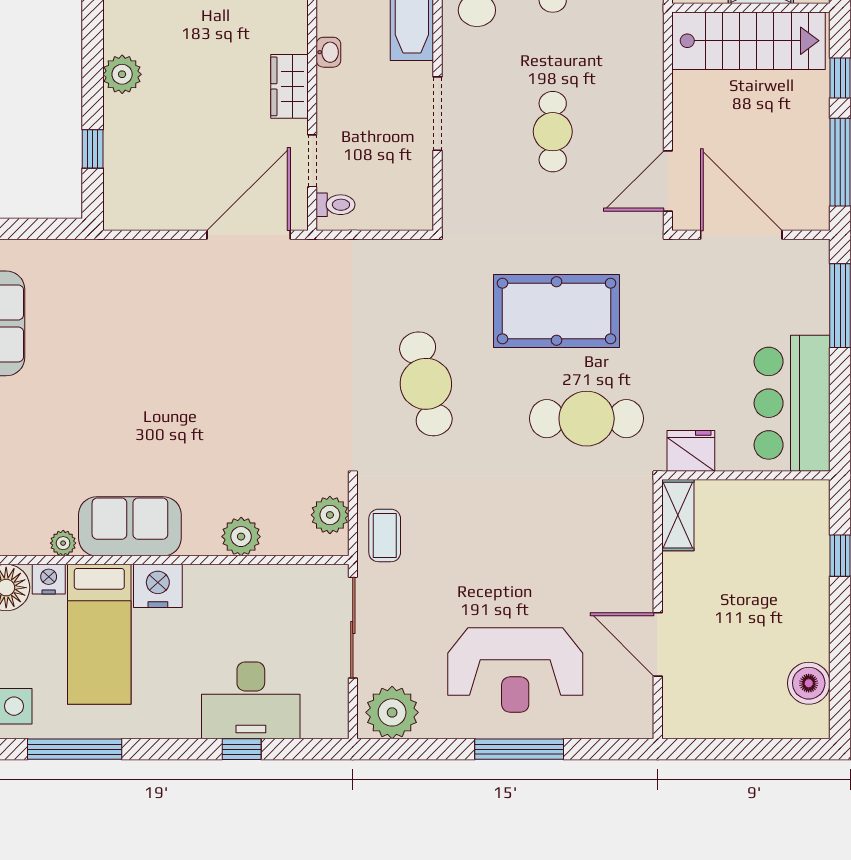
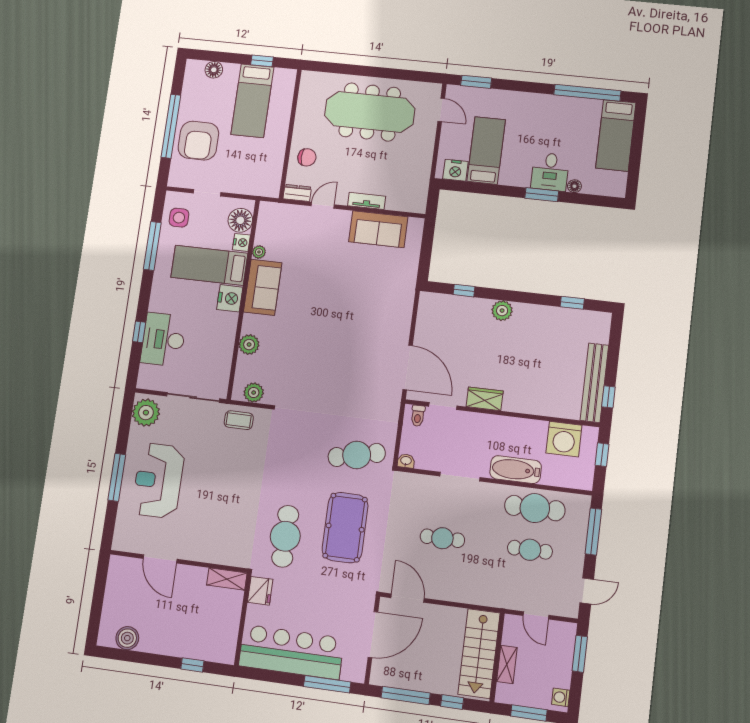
washbasin: (328, 52) -> (406, 461), moved, turned 180
cafe table: (426, 384) -> (357, 455), moved
bar counter: (792, 403) -> (291, 652), width x1.36
door: (658, 644) -> (160, 559), swing flipped

